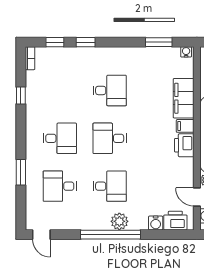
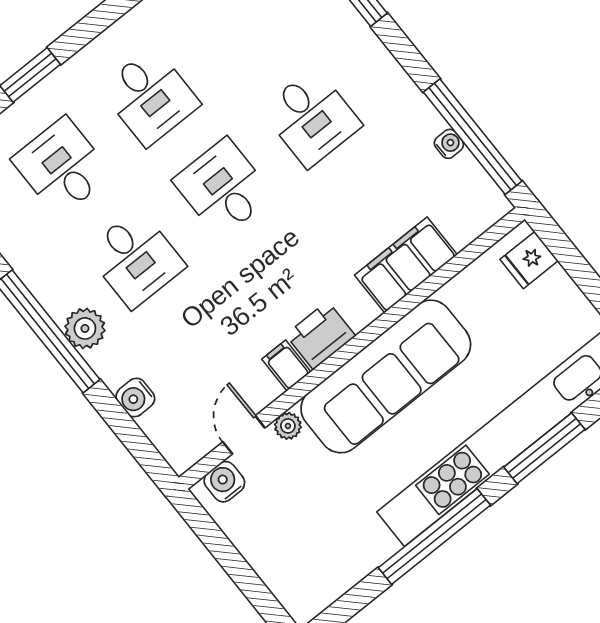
window: (159, 42) -> (473, 137), width x2.11
water cooler: (186, 52) -> (449, 144), moved
filing cabinet: (185, 126) -> (286, 365), moved
printer: (175, 221) -> (169, 430), removed

